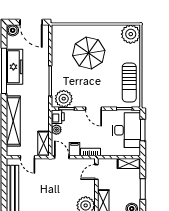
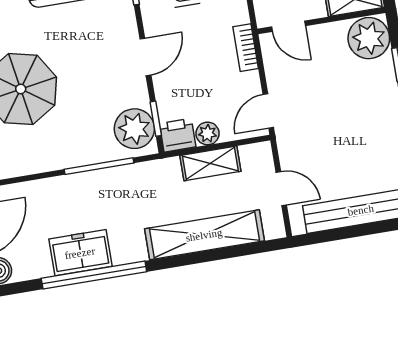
freezer: (15, 67) -> (80, 253), width x0.71
shelving: (43, 144) -> (210, 163), moved
filing cabinet: (74, 149) -> (245, 85), removed
door: (28, 157) -> (281, 189), hinge flipped

